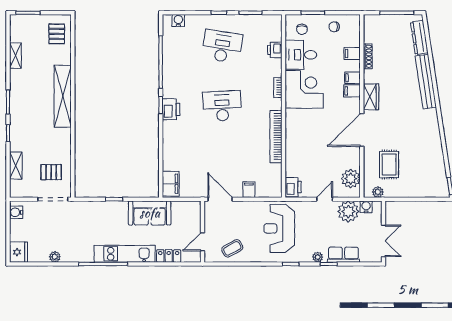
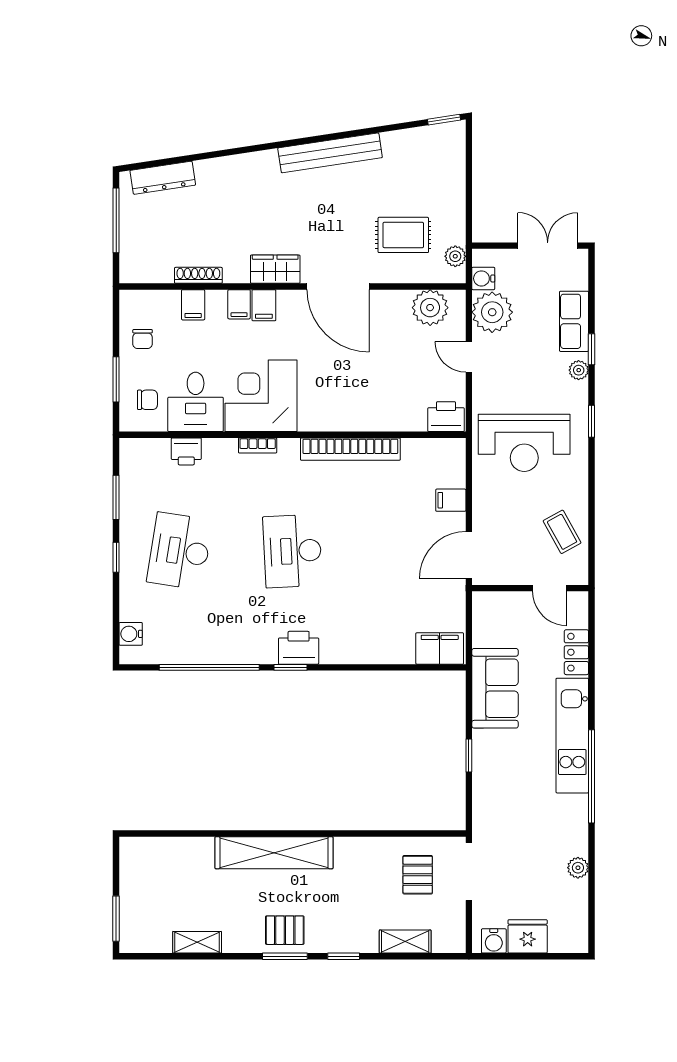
pallet: (57, 34) -> (285, 930), moved
bench: (426, 82) -> (330, 153), moved
fridge: (19, 252) -> (528, 936), moved

